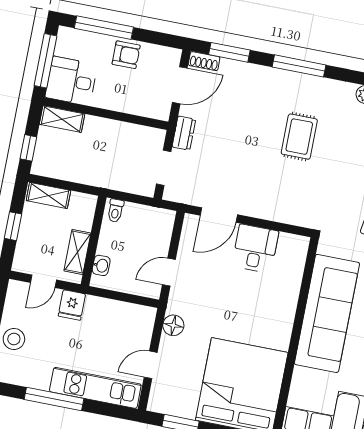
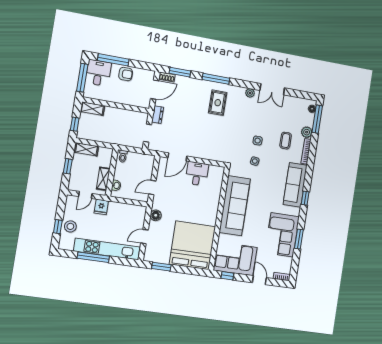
desk: (71, 81) -> (98, 73), moved, turned 90
rug: (299, 137) -> (218, 103), moved
kitchen unit: (95, 388) -> (107, 249), width x1.36

